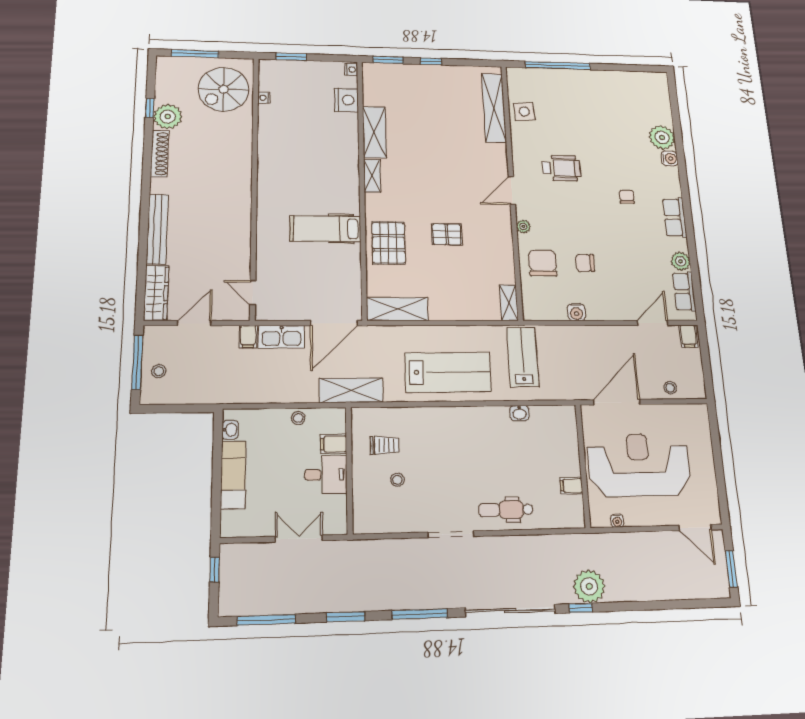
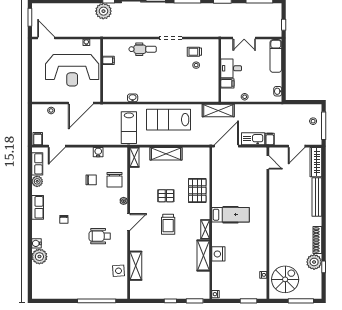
nightstand: (346, 100) -> (218, 254), moved
shelving: (494, 108) -> (136, 266), width x0.68
trolley: (440, 185) -> (168, 224), added
hospital bed: (325, 229) -> (230, 215), moved
shelving: (397, 309) -> (166, 154), moved
trolley: (385, 445) -> (194, 52), moved
exam couch: (233, 475) -> (276, 56), moved

